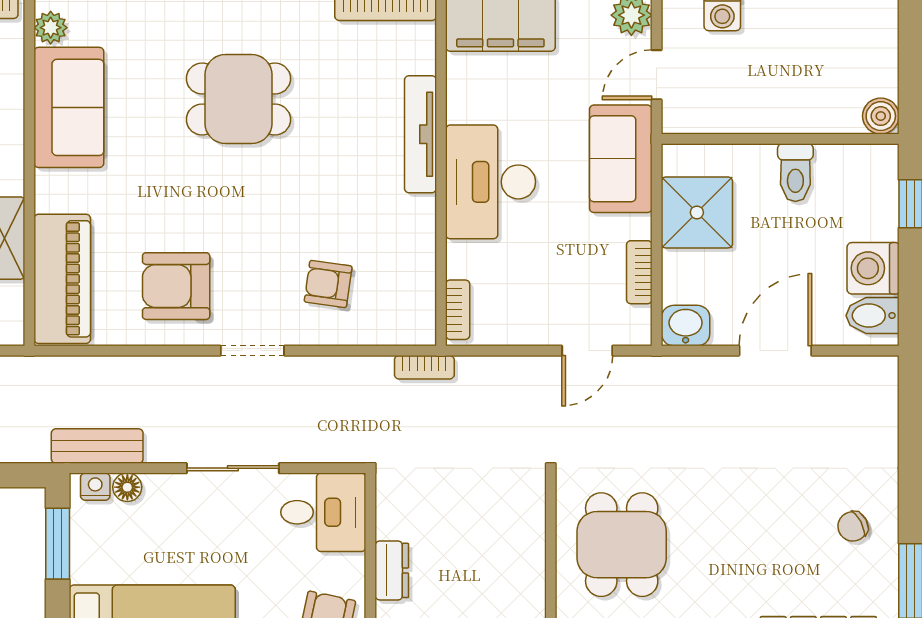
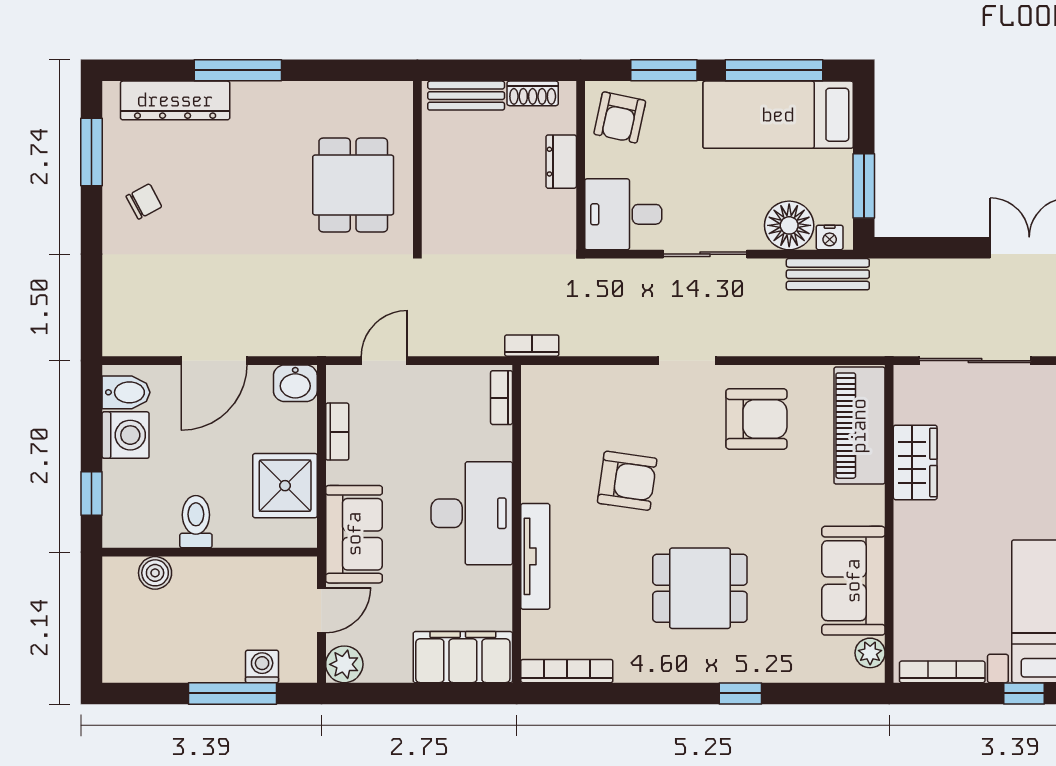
boiler: (881, 116) -> (155, 573), moved
armchair: (328, 284) -> (627, 481), moved, width x1.38, depth x1.38
floor lamp: (127, 487) -> (789, 225), width x1.89, depth x1.89

